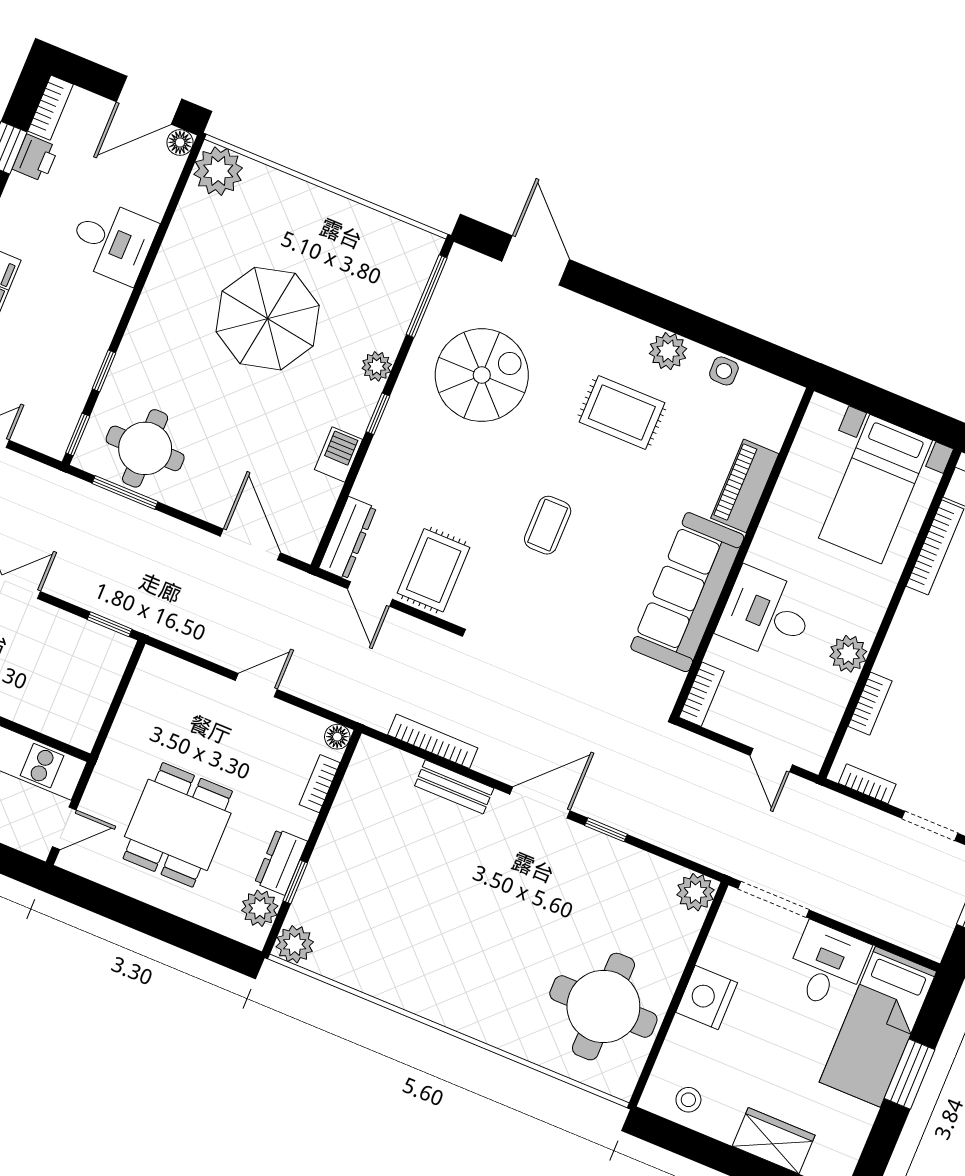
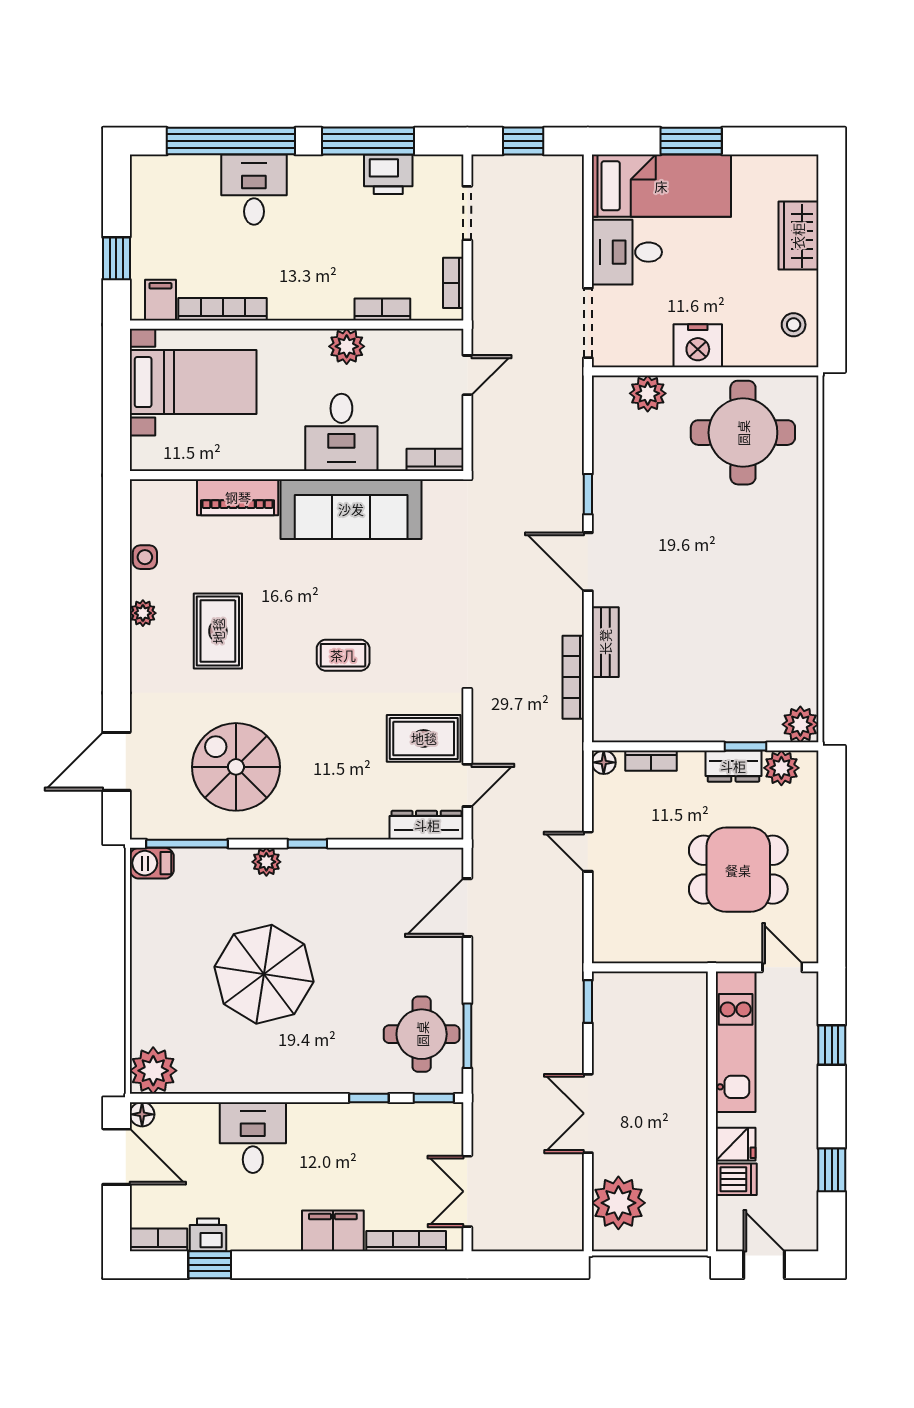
plant: (668, 351) -> (143, 613), width x0.73, depth x0.73
barbecue: (339, 454) -> (152, 863), moved
plant: (696, 892) -> (648, 393), moved

